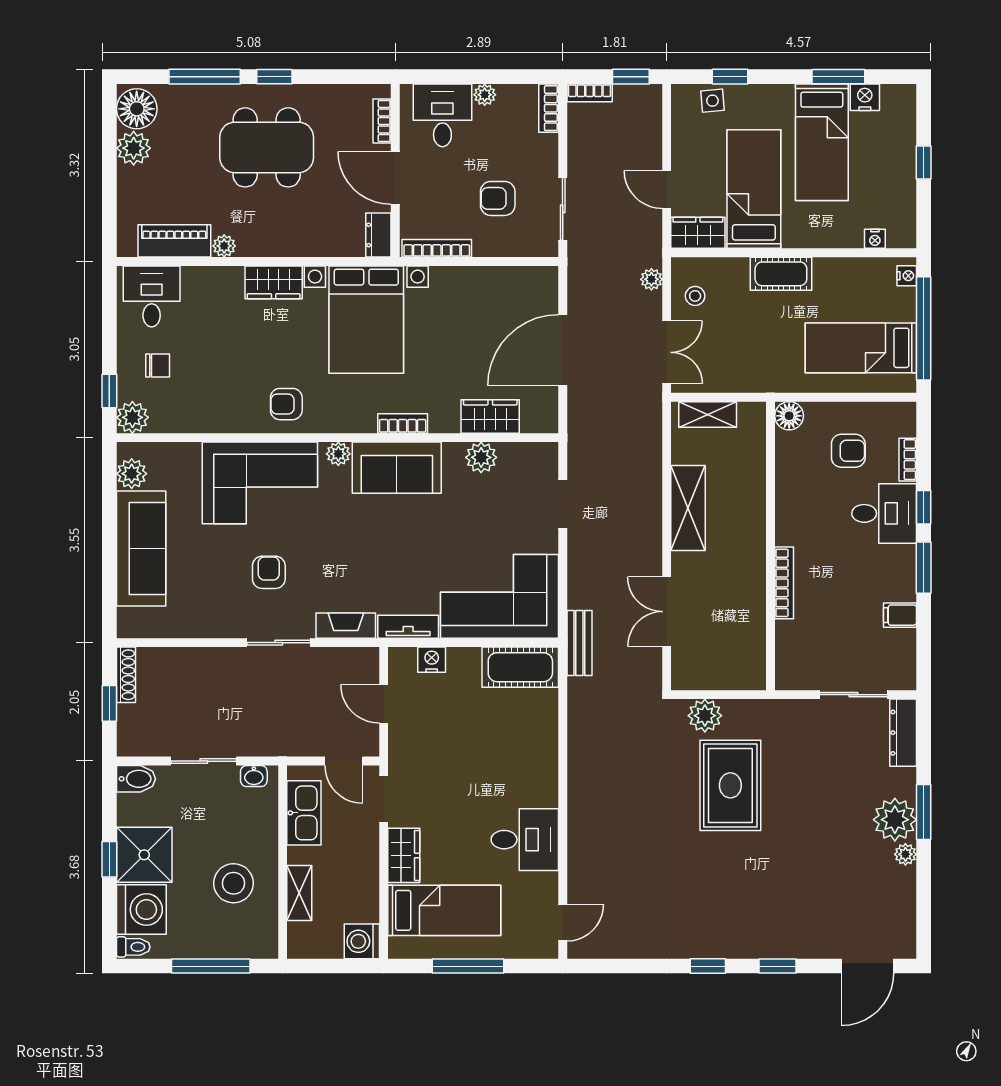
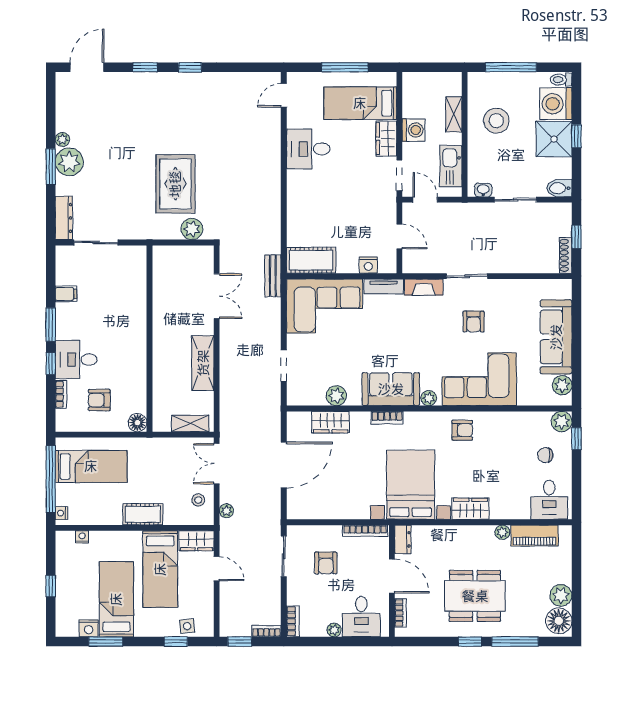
armchair: (498, 198) -> (326, 563), turned 90
bookcase: (784, 583) -> (141, 315), removed
washing machine: (362, 941) -> (413, 130), moved

